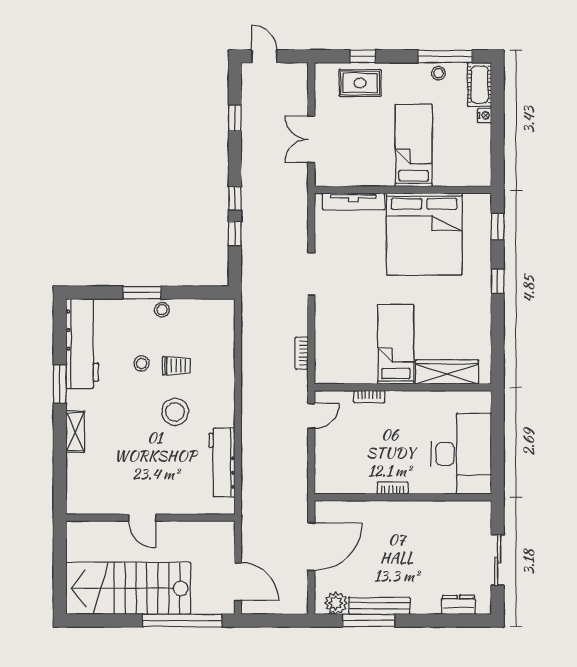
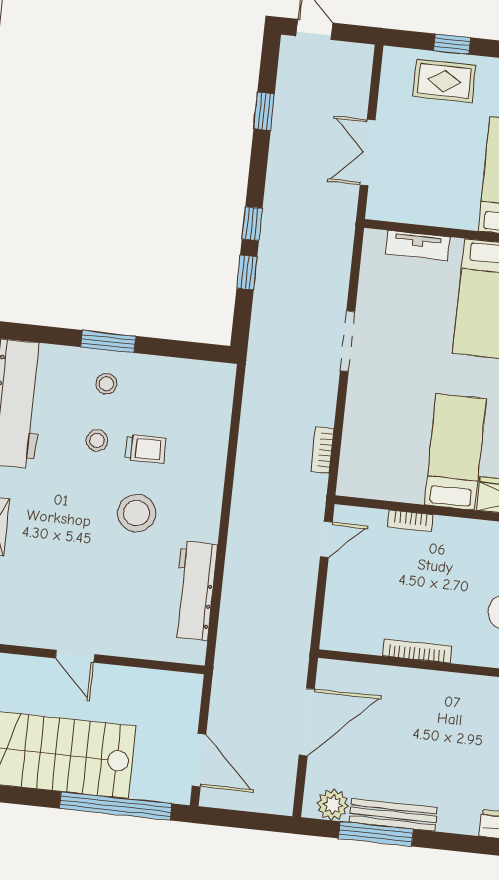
tv unit: (353, 201) -> (417, 245), width x0.71
stool: (162, 310) -> (106, 384), moved
bookcase: (393, 488) -> (417, 651), width x1.56

